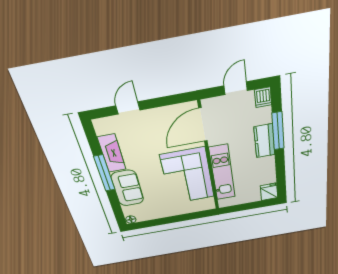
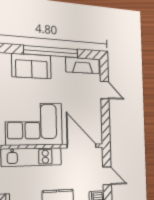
fireplace: (112, 153) -> (83, 65), moved
window: (104, 173) -> (51, 52), width x1.46

